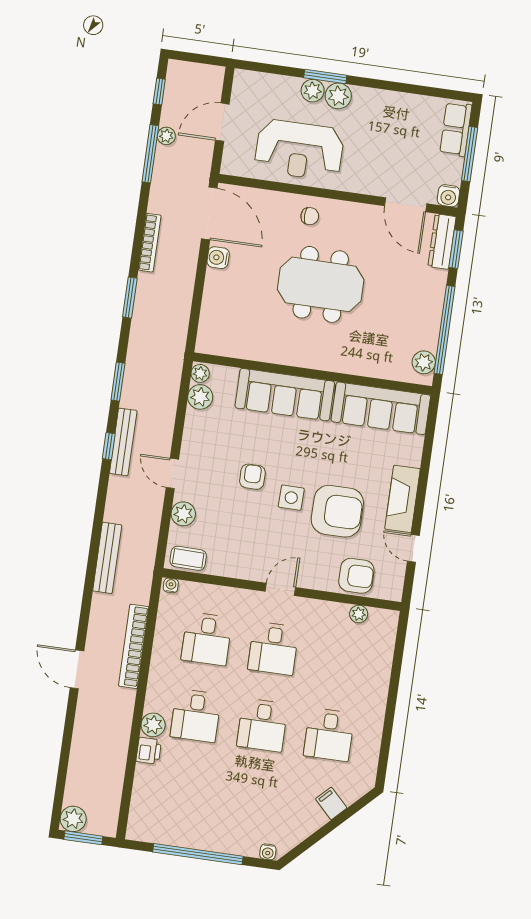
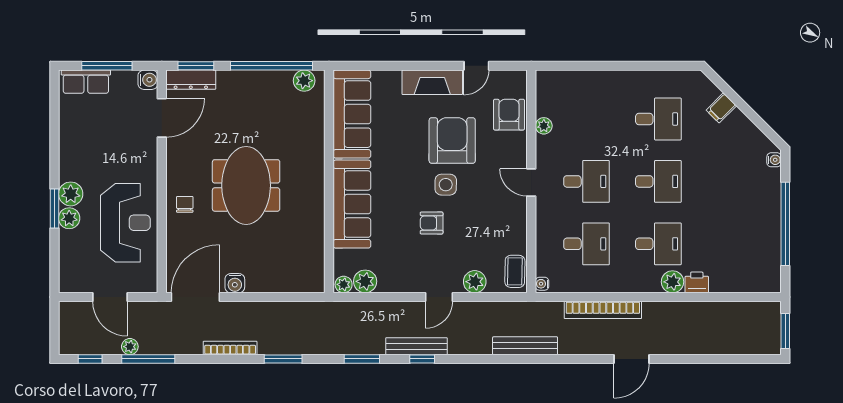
plant: (359, 614) -> (544, 126), moved
plant: (73, 819) -> (769, 343), removed

